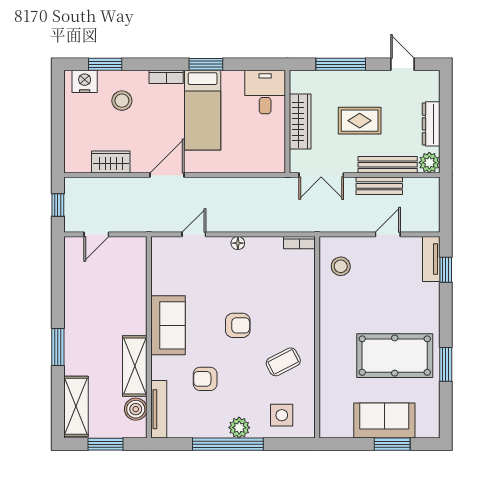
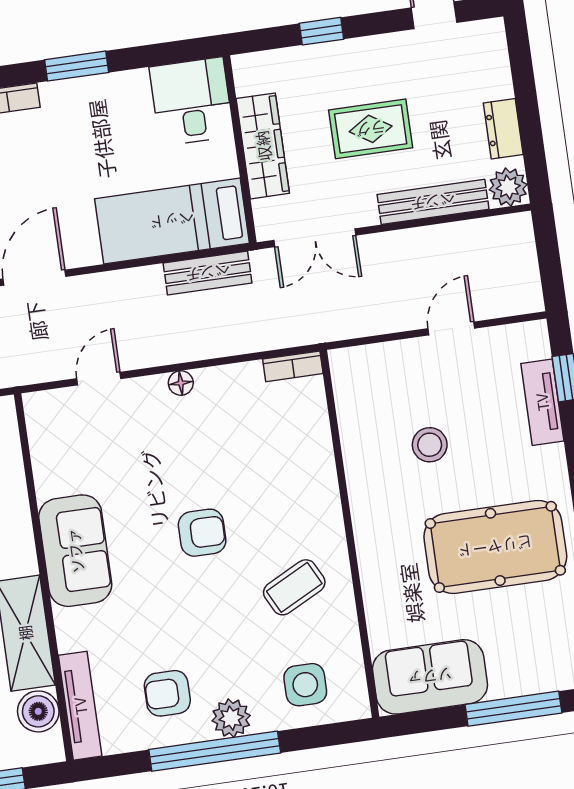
window: (341, 64) -> (322, 31), width x0.46
bed: (203, 110) -> (172, 221), moved, turned 90
dresser: (431, 124) -> (503, 129), width x0.70
bench: (379, 186) -> (208, 273), moved
tv unit: (431, 259) -> (542, 402), moved
stool: (341, 266) -> (430, 445), moved
armchair: (205, 379) -> (167, 693), moved
sofa: (384, 421) -> (430, 677), moved
window: (392, 444) -> (513, 709), width x1.44

